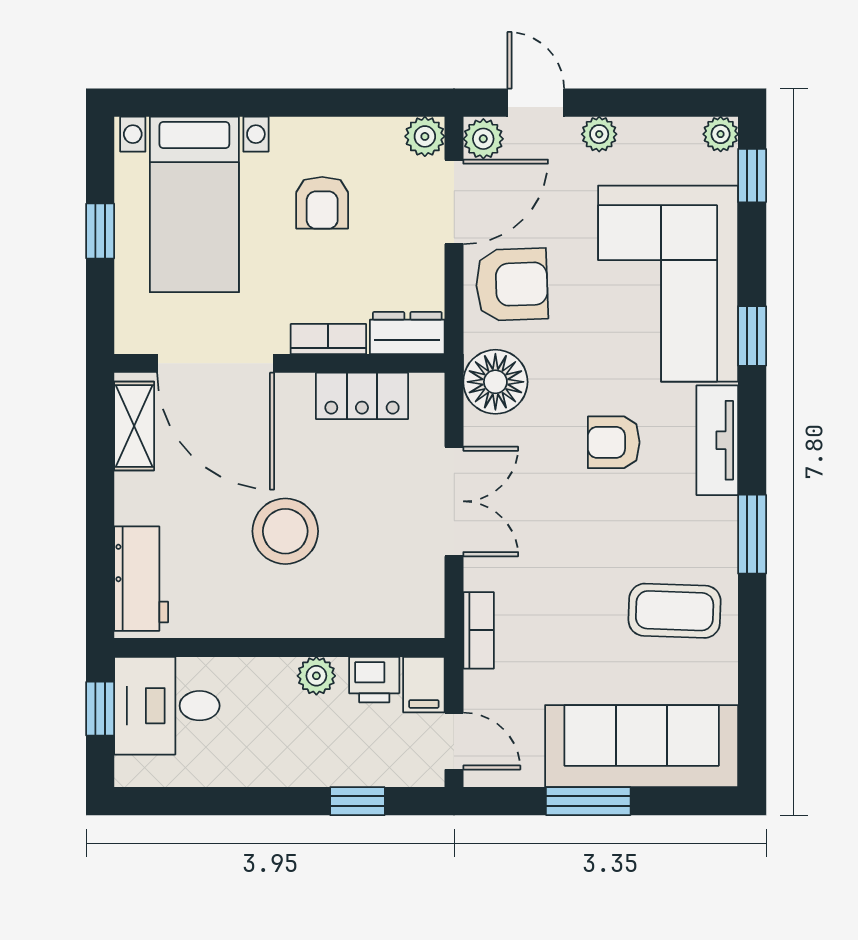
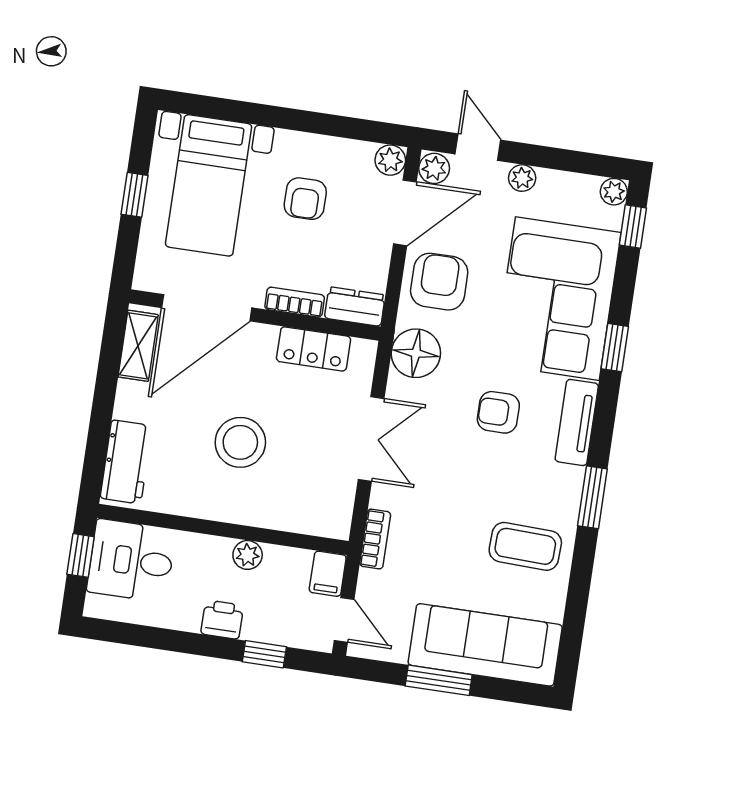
armchair: (512, 284) -> (439, 282), turned -88
door: (216, 363) -> (207, 308), hinge flipped
printer: (374, 680) -> (222, 620), moved, turned 180

